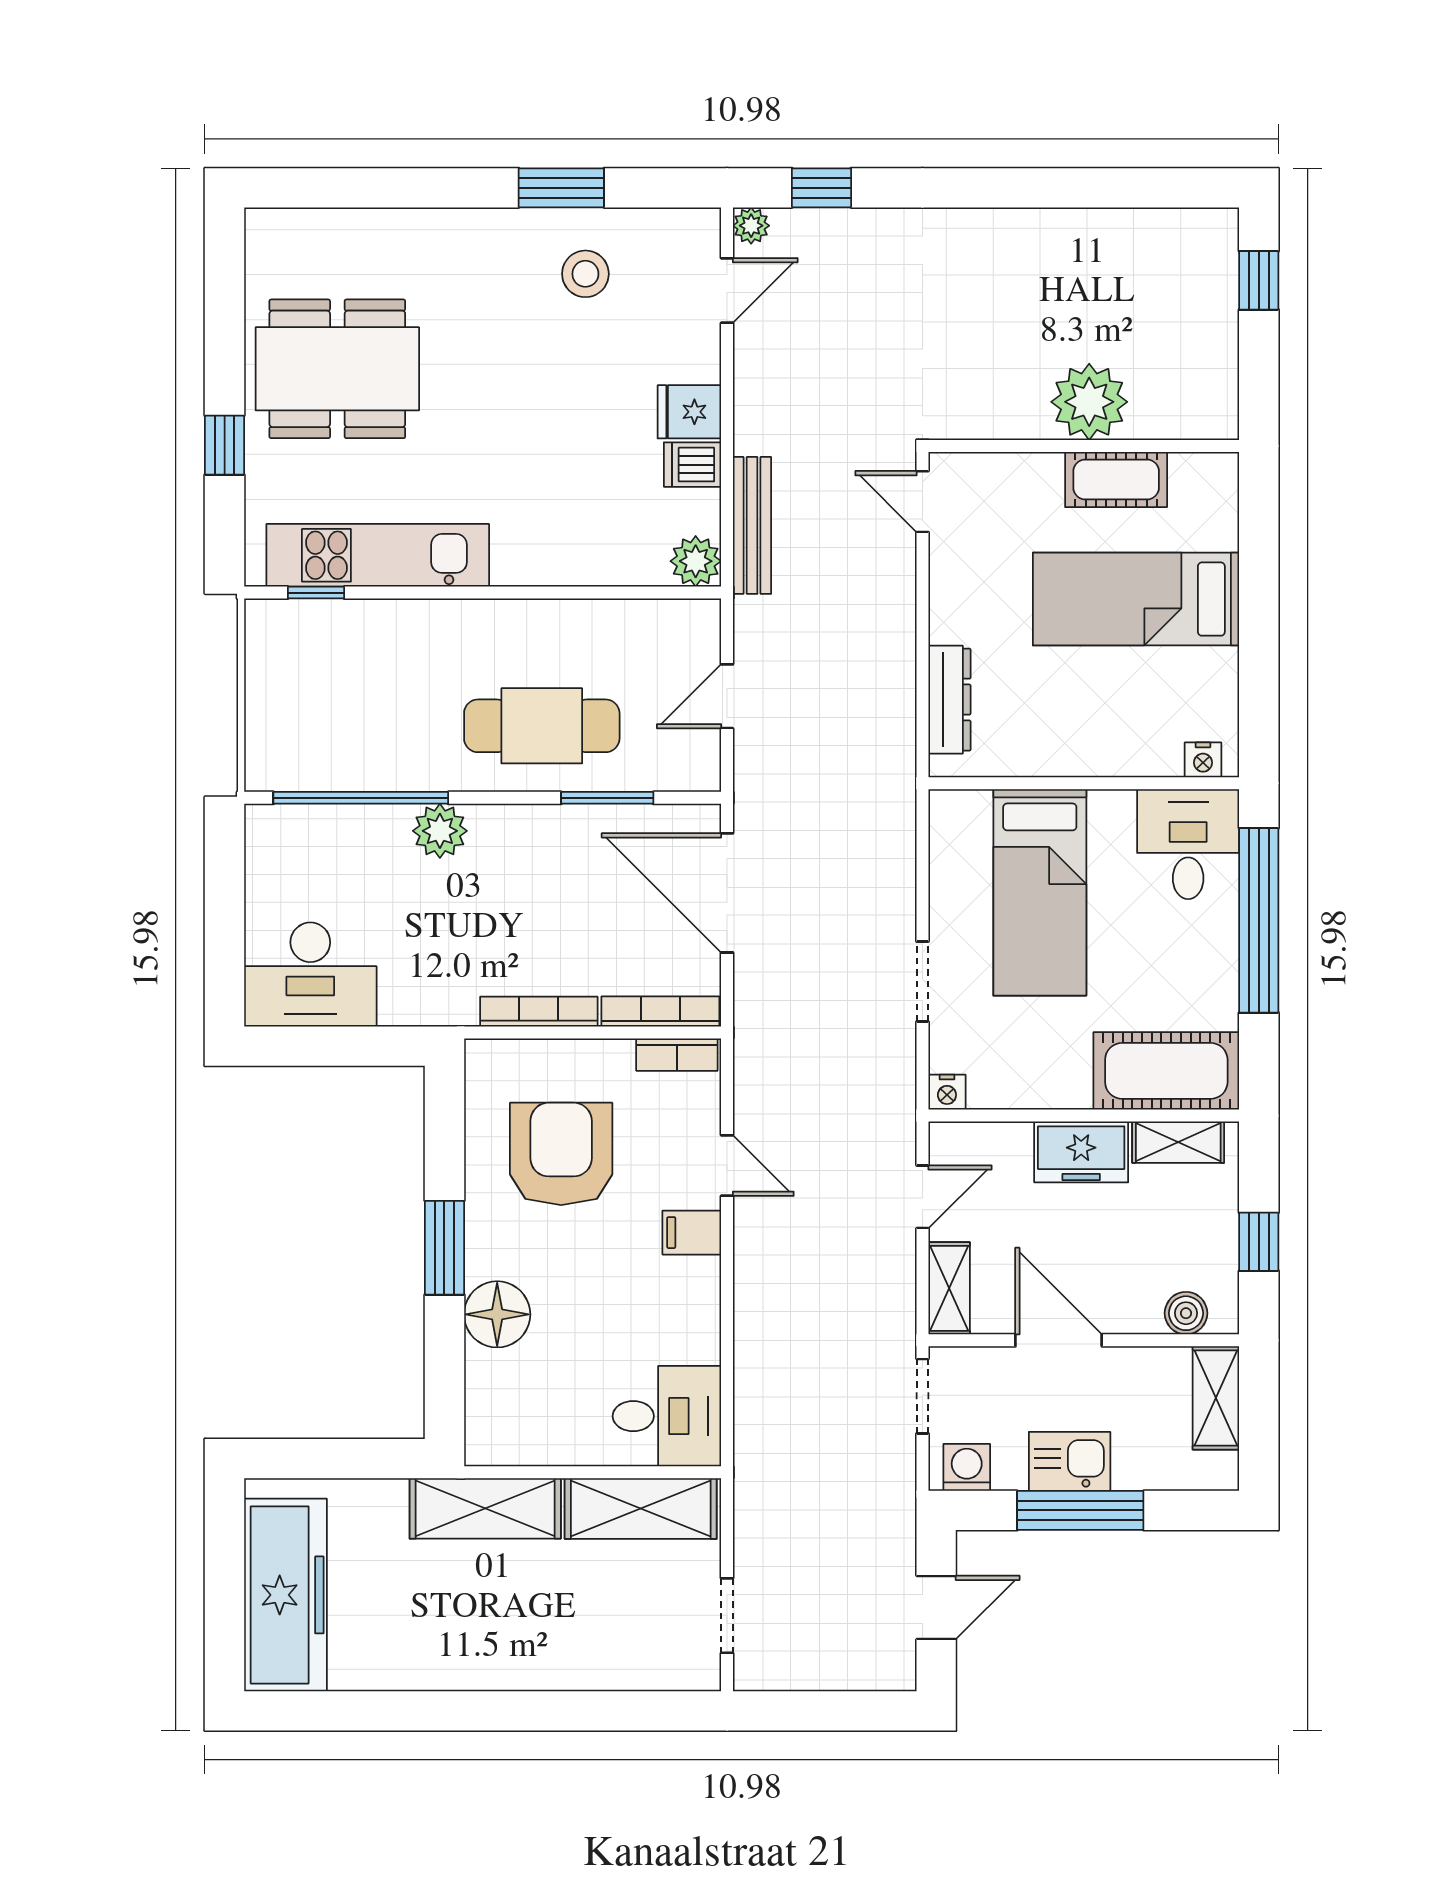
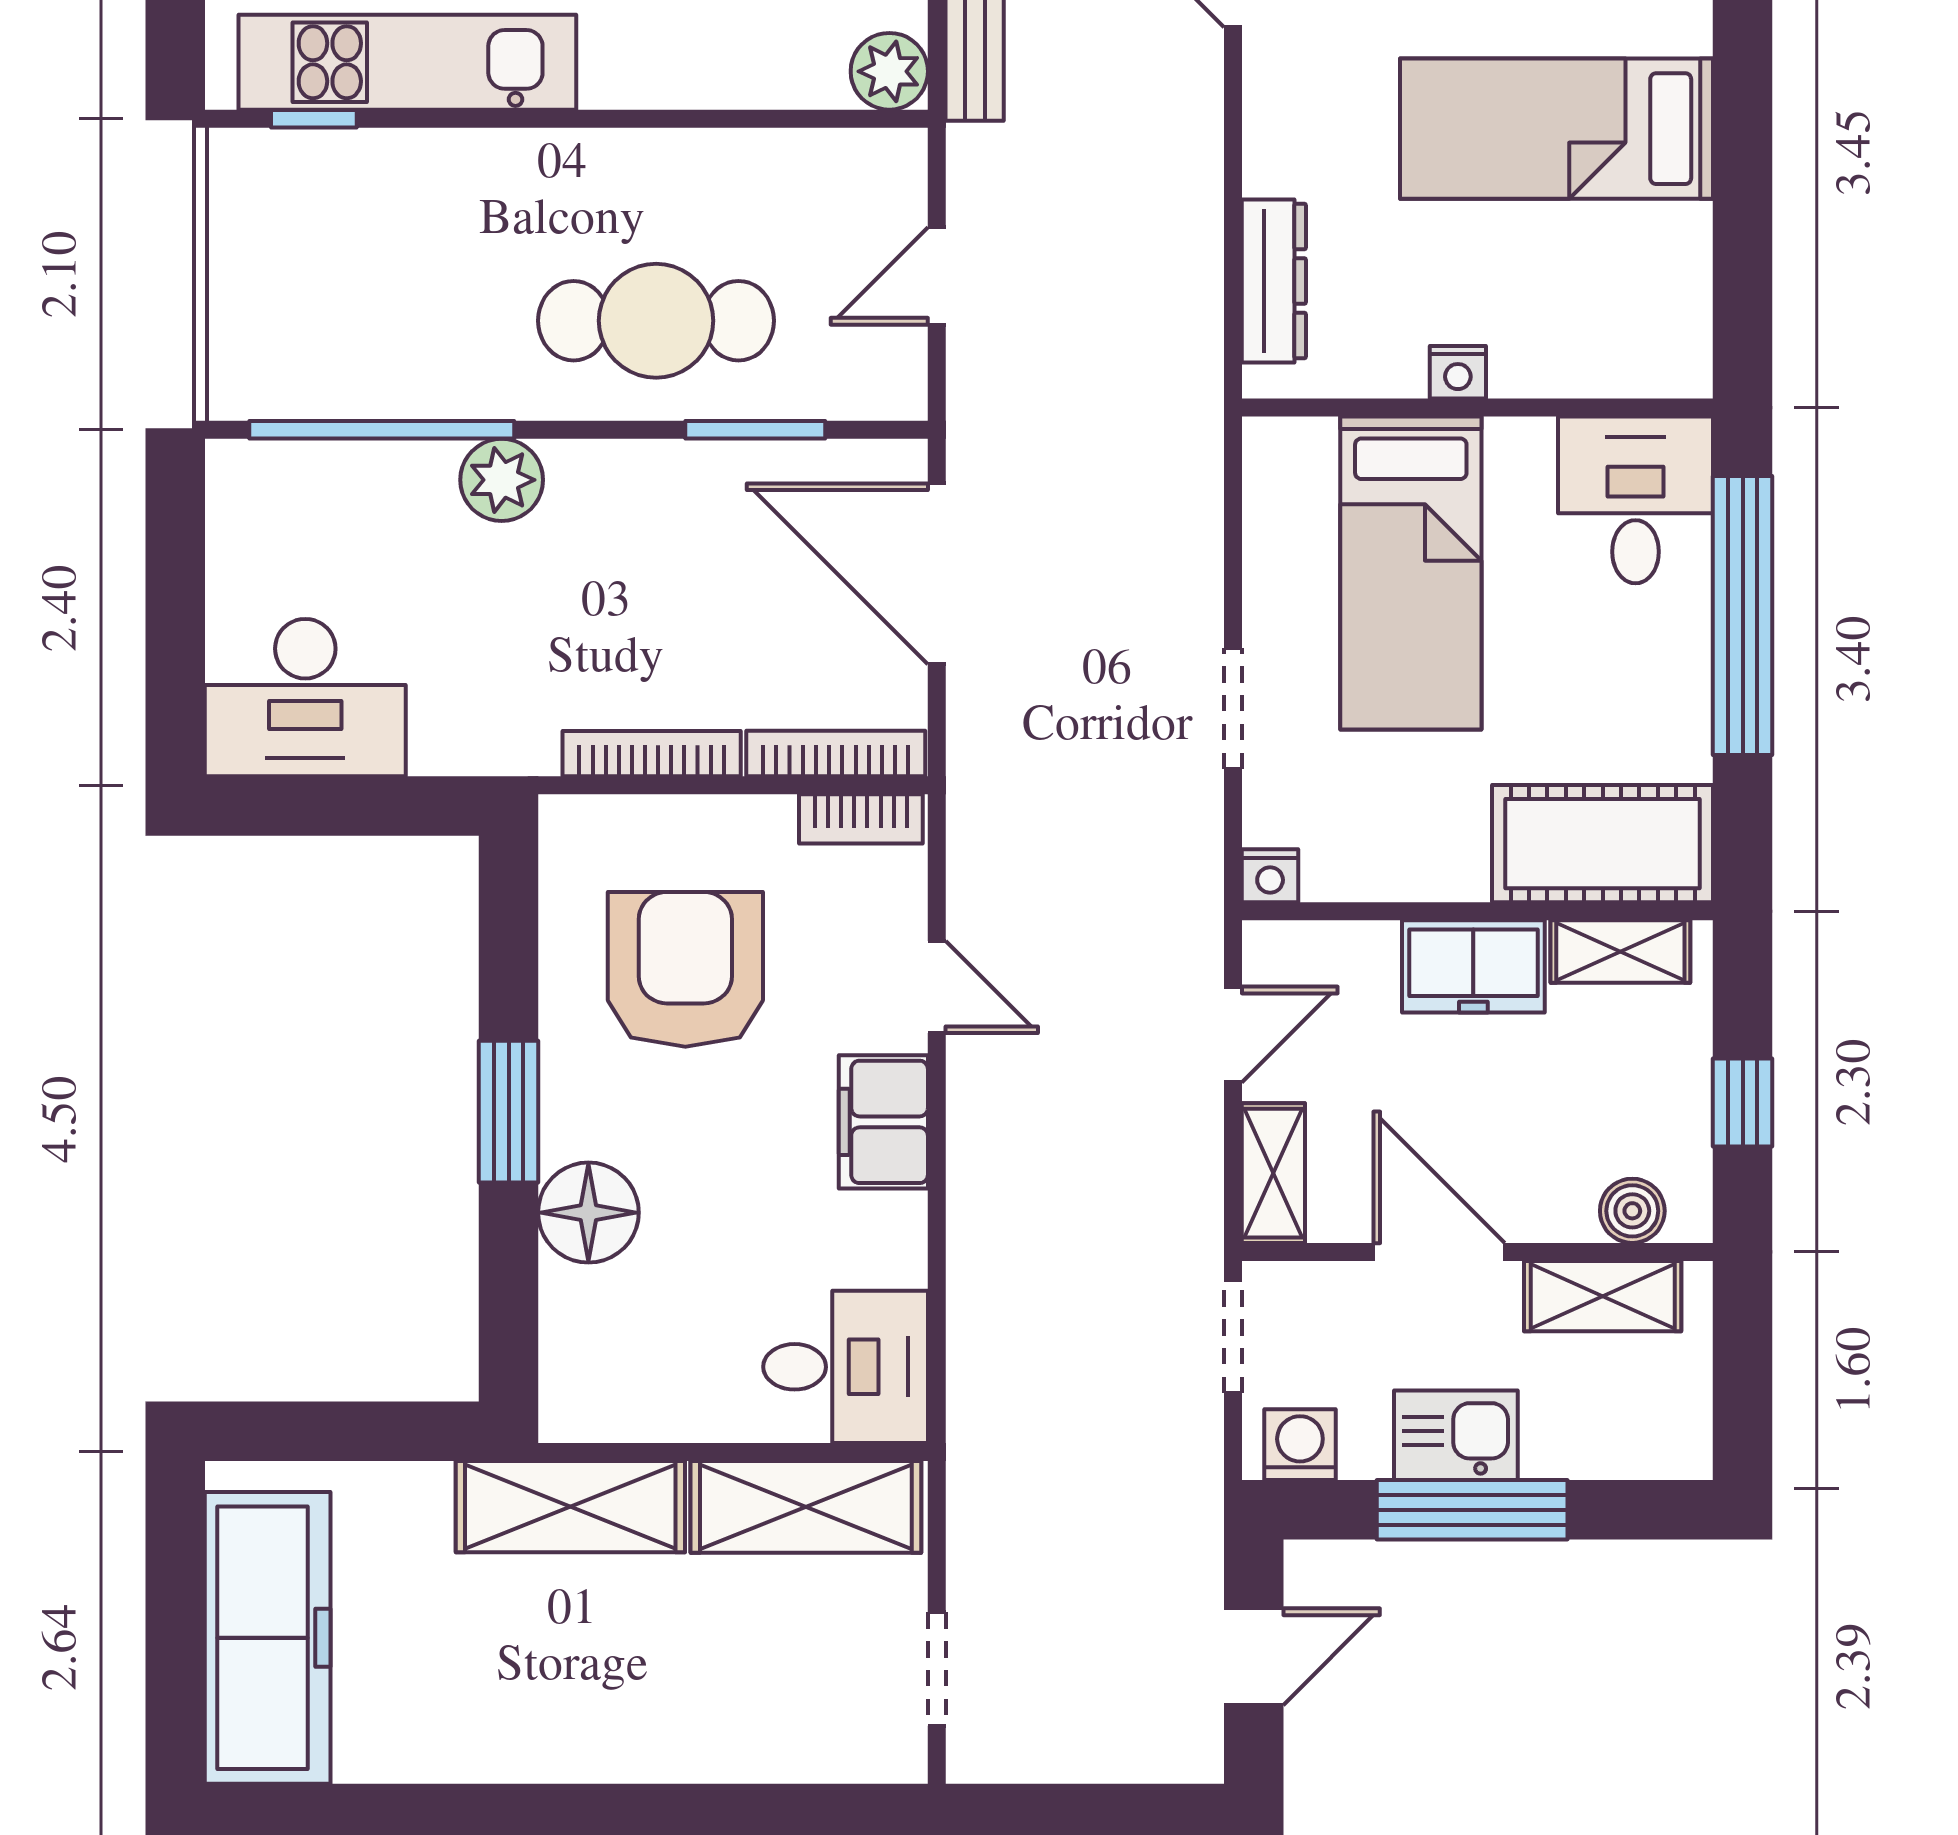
nightstand: (1203, 760) -> (1458, 372), moved
filing cabinet: (692, 1233) -> (883, 1122), width x2.00
shelving: (1216, 1398) -> (1603, 1296), moved, turned 90

